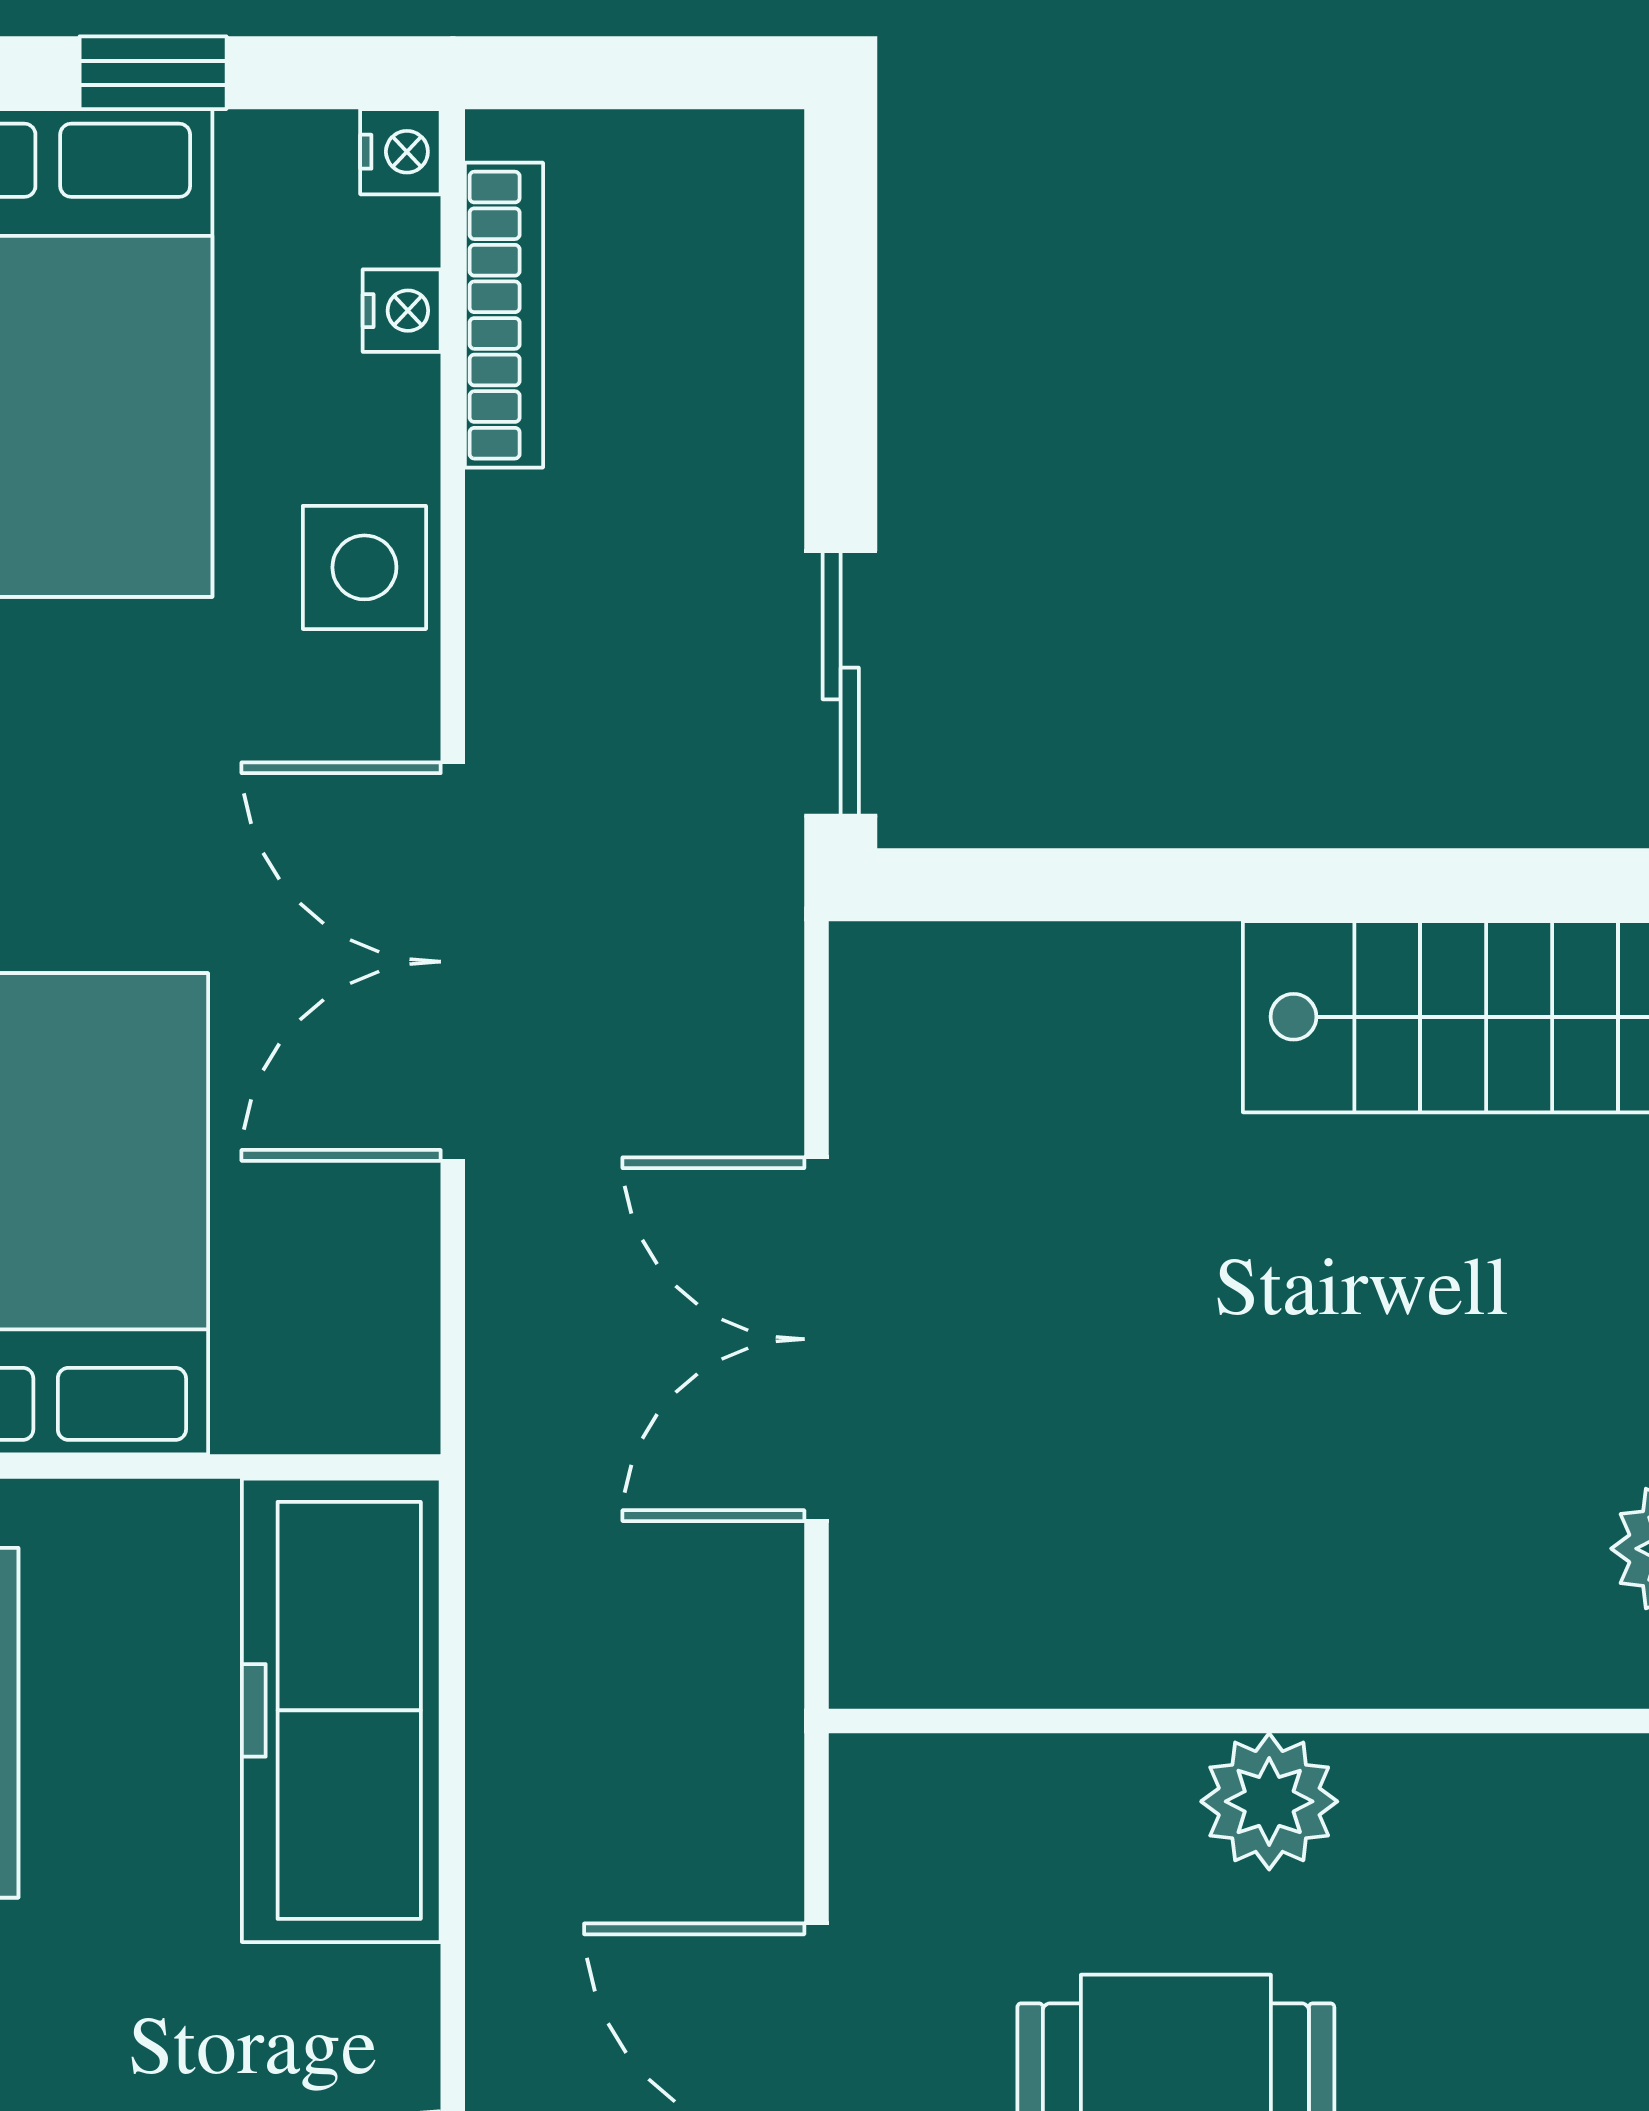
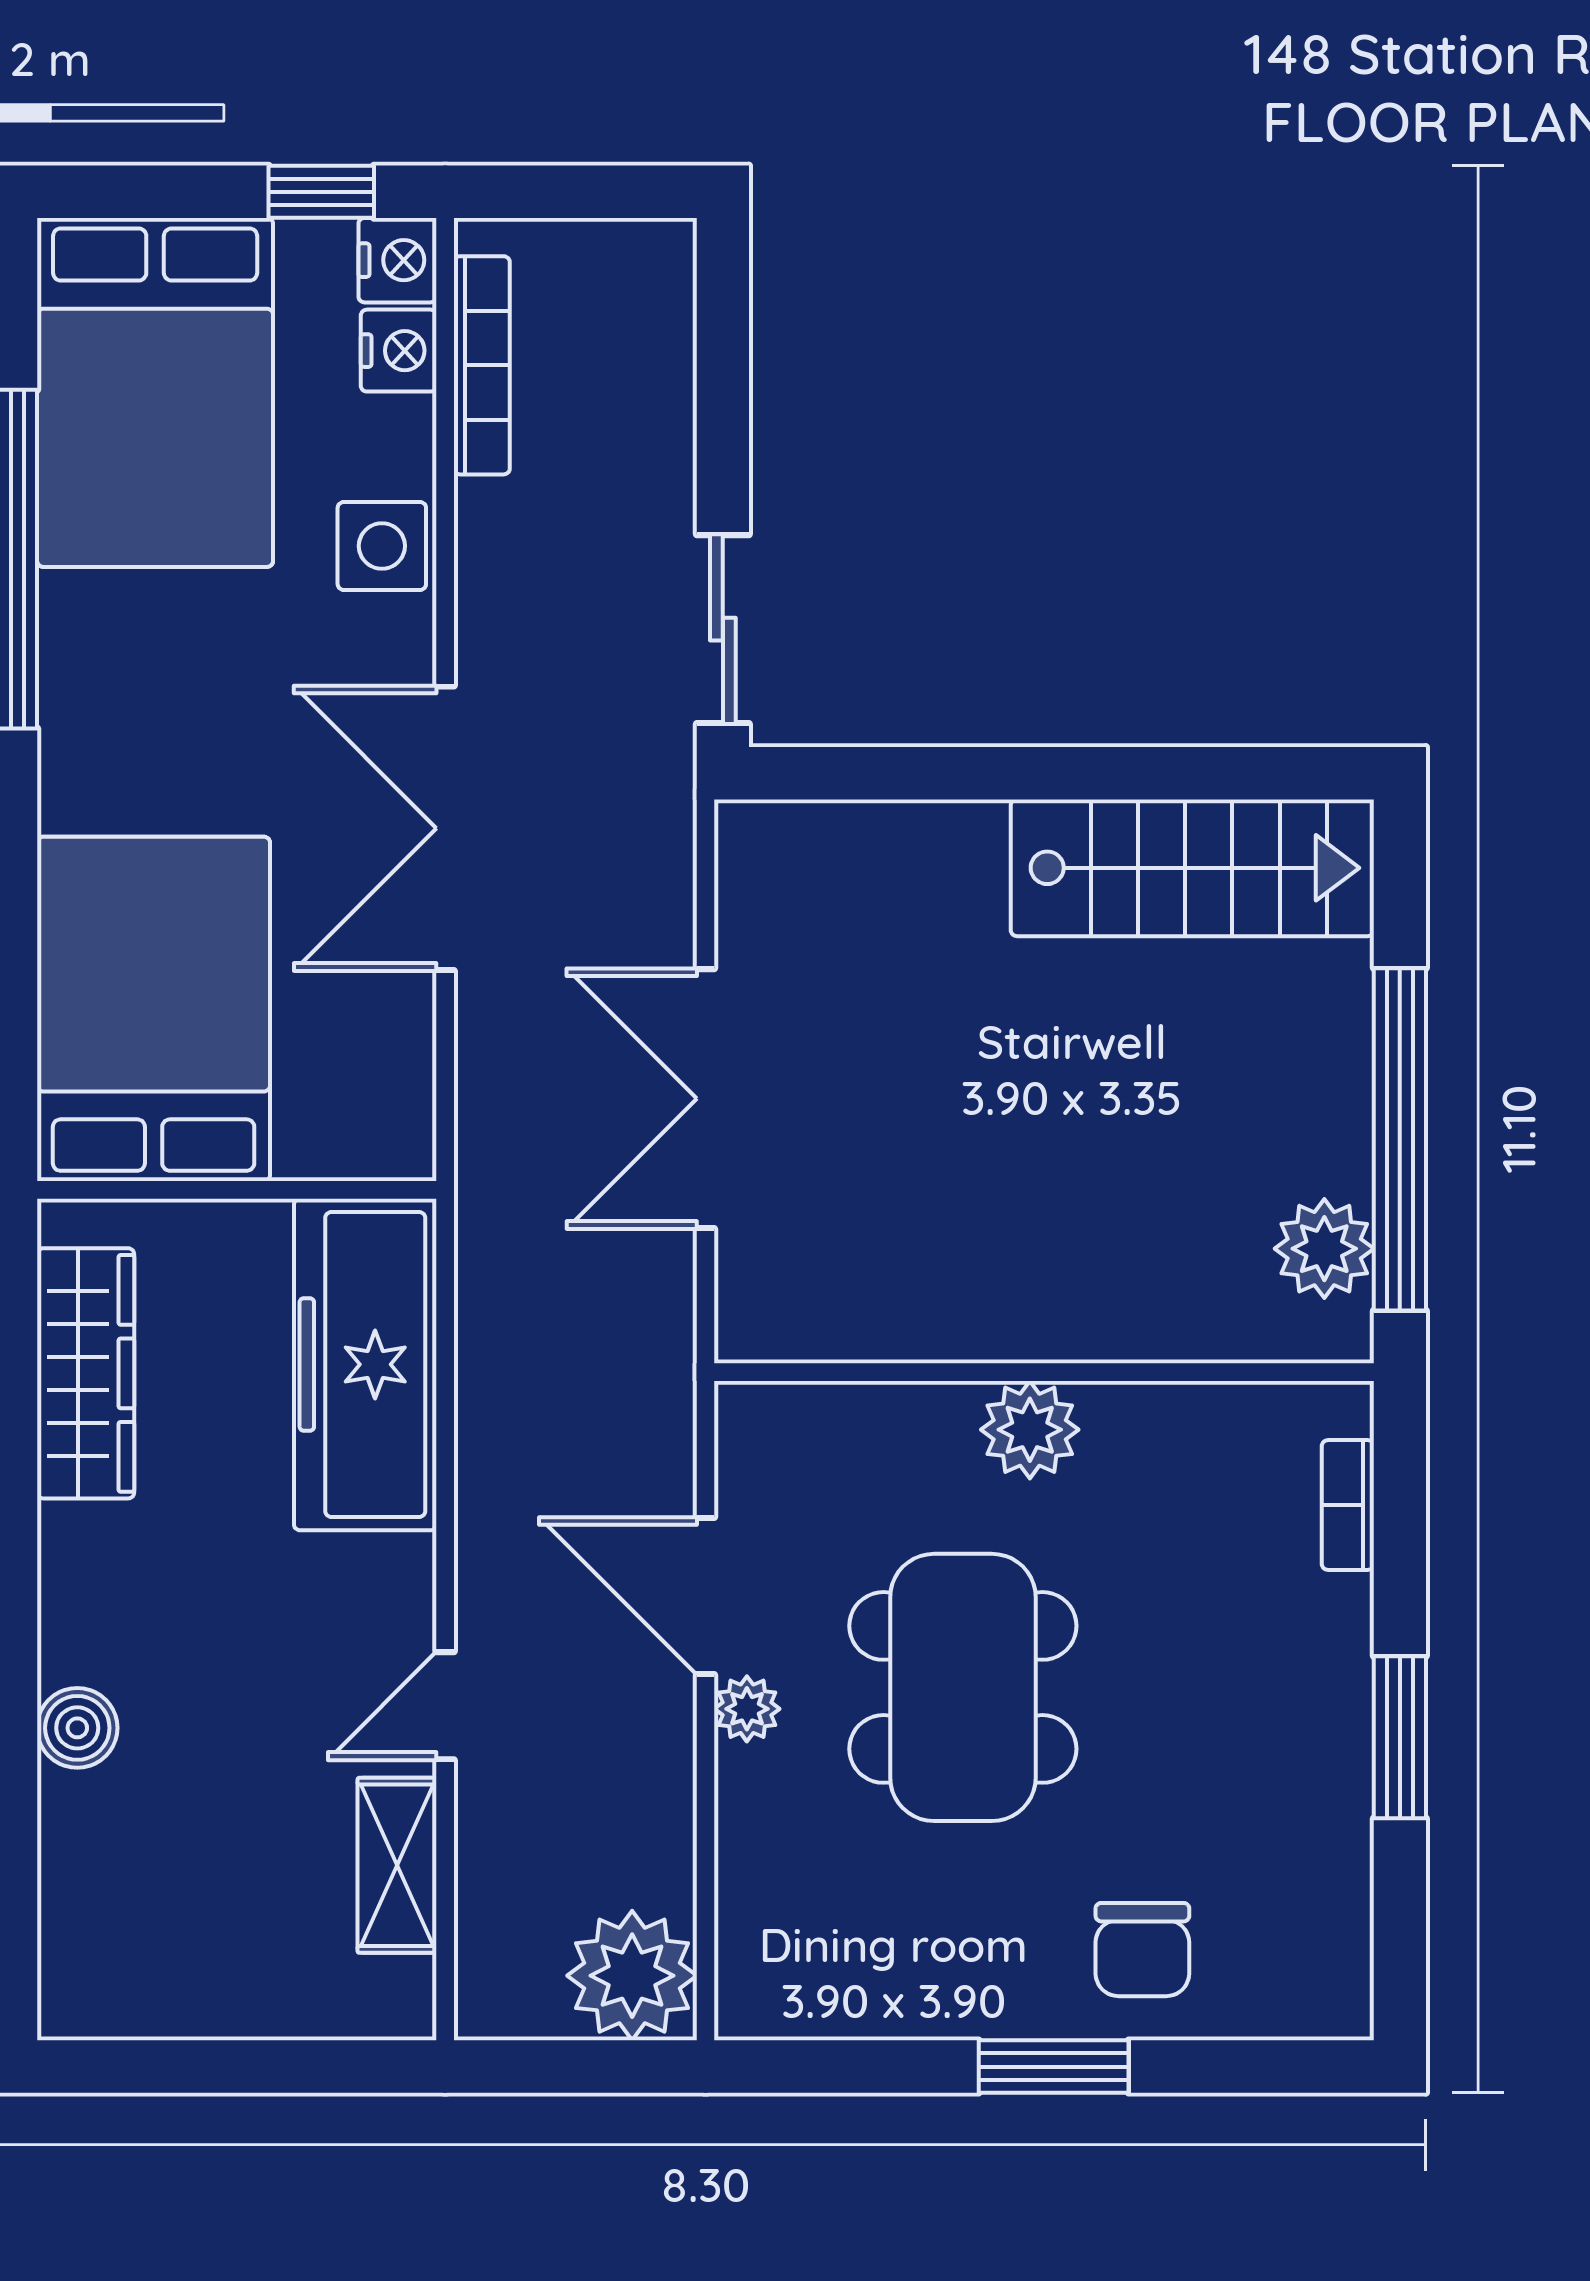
window: (153, 73) -> (321, 192), moved
nightstand: (400, 152) -> (398, 260), width x1.39, depth x1.35
nightstand: (402, 311) -> (399, 351), width x1.39, depth x1.35

